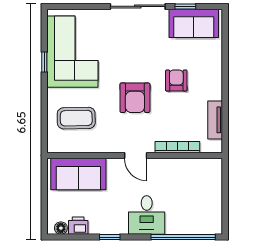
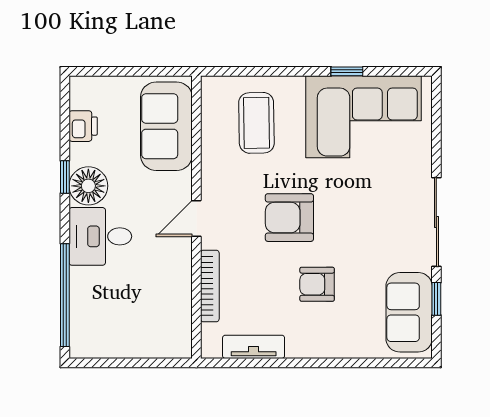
armchair: (176, 81) -> (317, 284), turned 180
floor lamp: (61, 228) -> (88, 186), moved, width x1.89, depth x1.89

